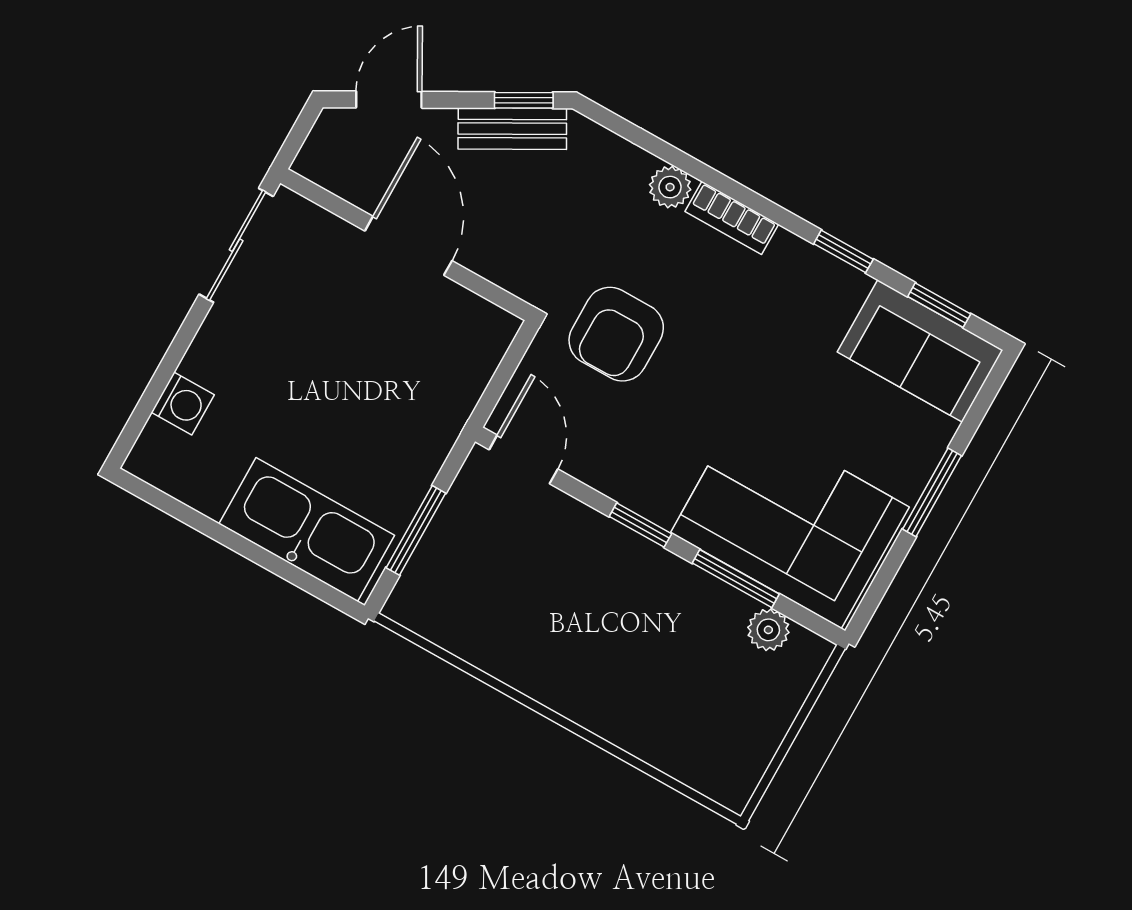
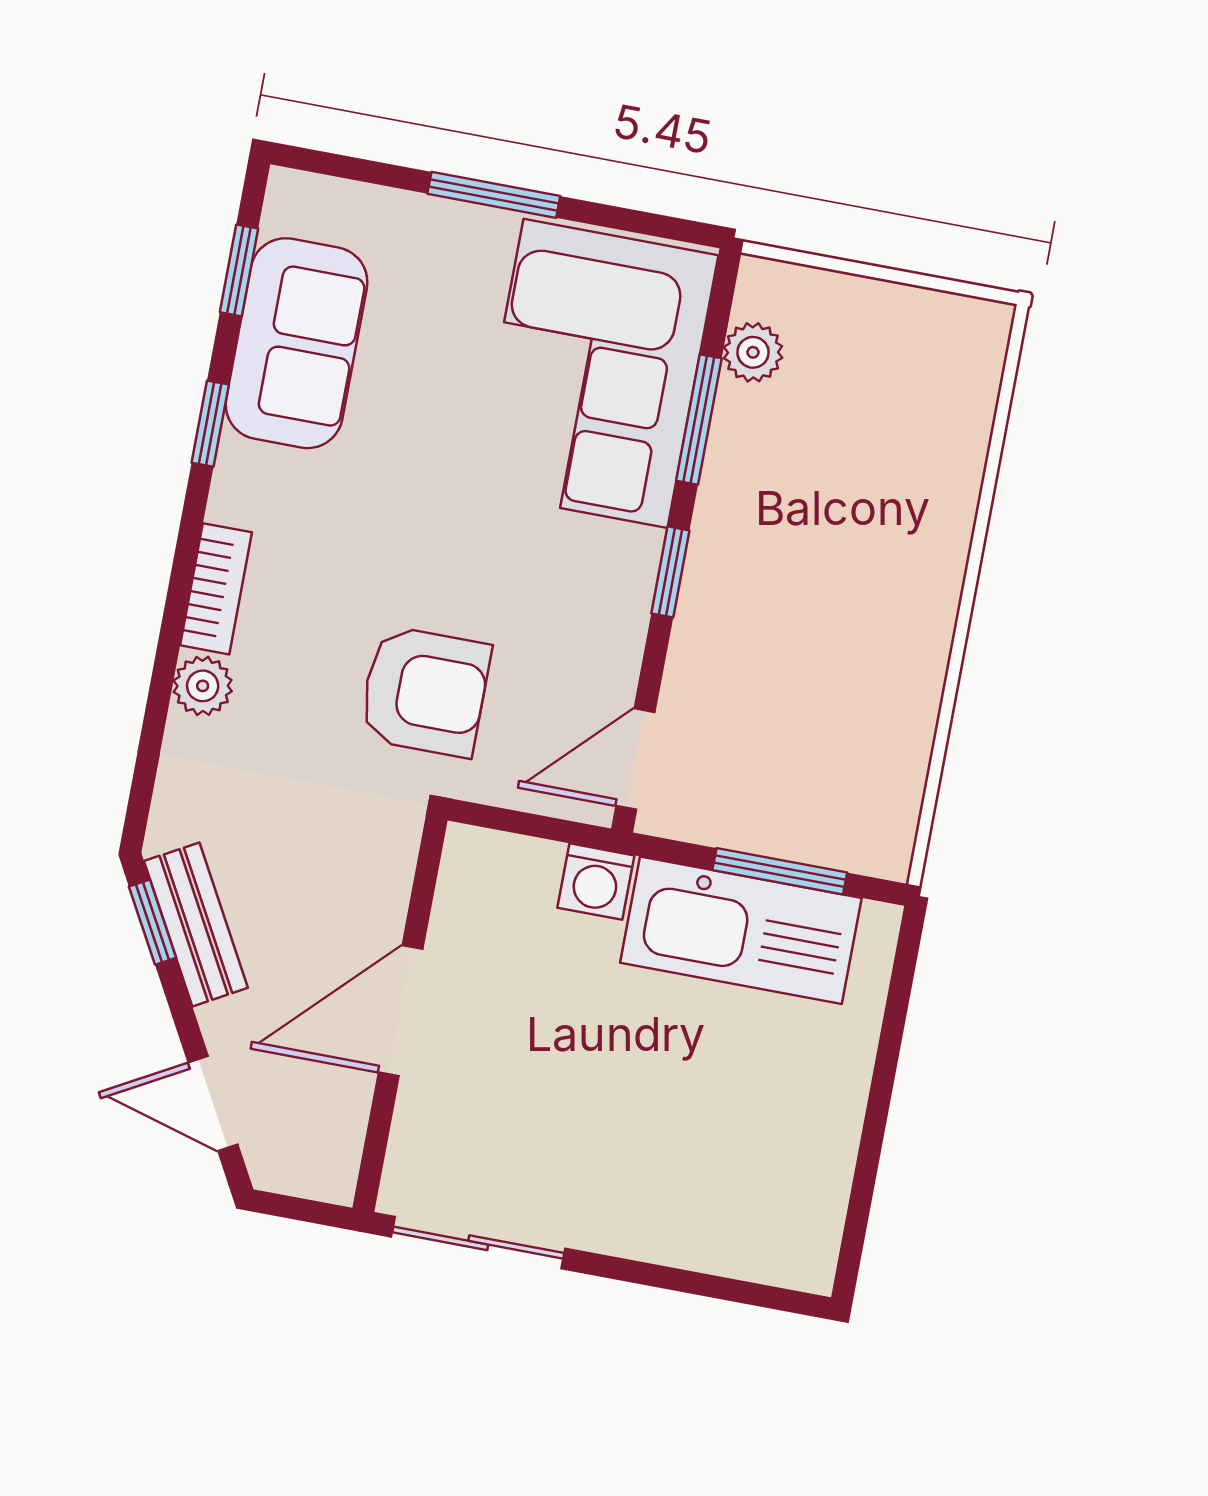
sofa: (920, 351) -> (297, 343), moved
washing machine: (183, 403) -> (596, 882), moved, turned 180
kitchen sink: (307, 530) -> (741, 930), moved, turned -90

